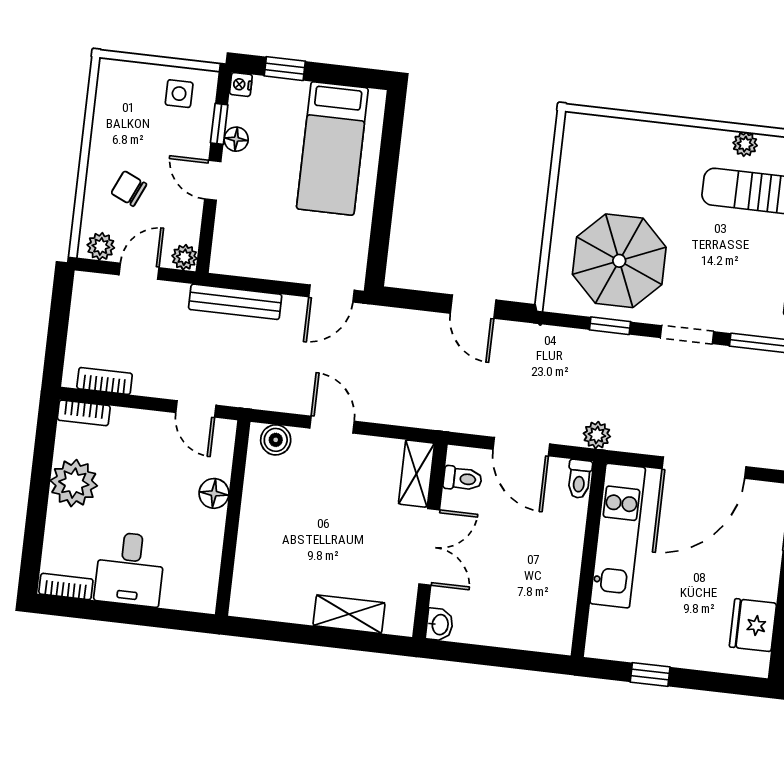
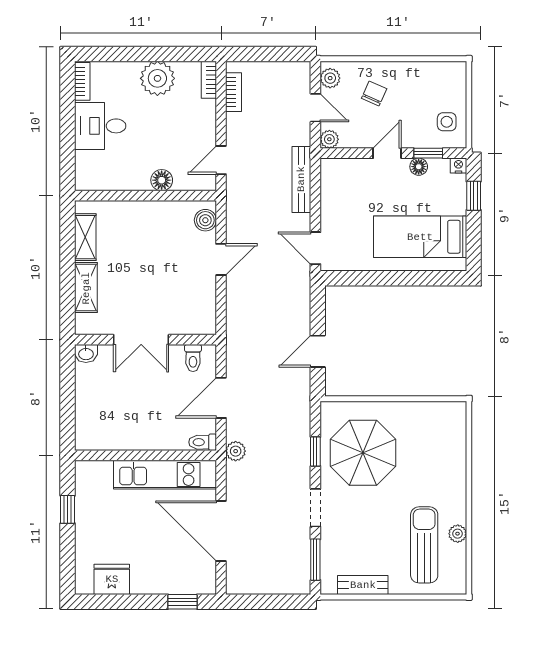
shelving: (416, 474) -> (85, 237), moved, turned 90

